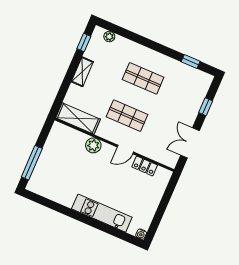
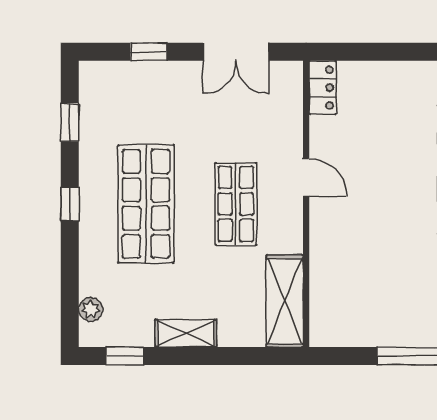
window: (157, 47) -> (70, 204), added
shop shelf: (143, 78) -> (146, 204), width x1.43, depth x1.36
plant: (93, 145) -> (326, 246), removed
locker: (145, 166) -> (323, 88), moved

